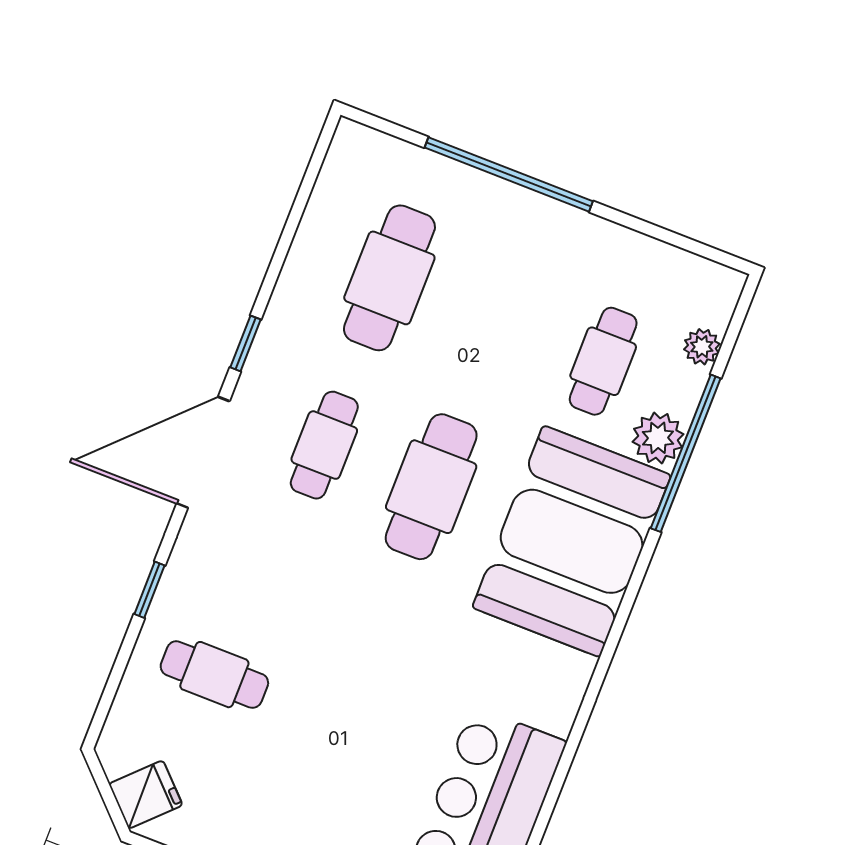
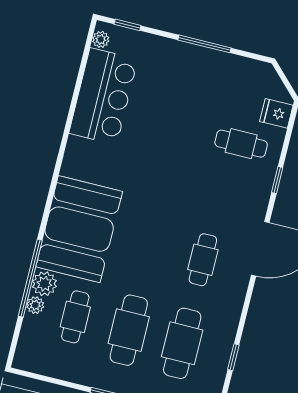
window: (246, 343) -> (233, 357), moved
plant: (702, 347) -> (35, 305), moved
cafe table: (431, 487) -> (129, 330), moved
fridge: (146, 795) -> (276, 113), moved, turned 45

